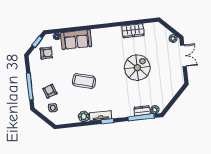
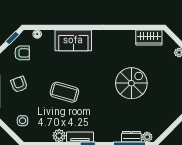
wardrobe: (133, 31) -> (149, 37), moved
sofa: (76, 39) -> (73, 40), moved
armchair: (50, 91) -> (19, 84), moved

